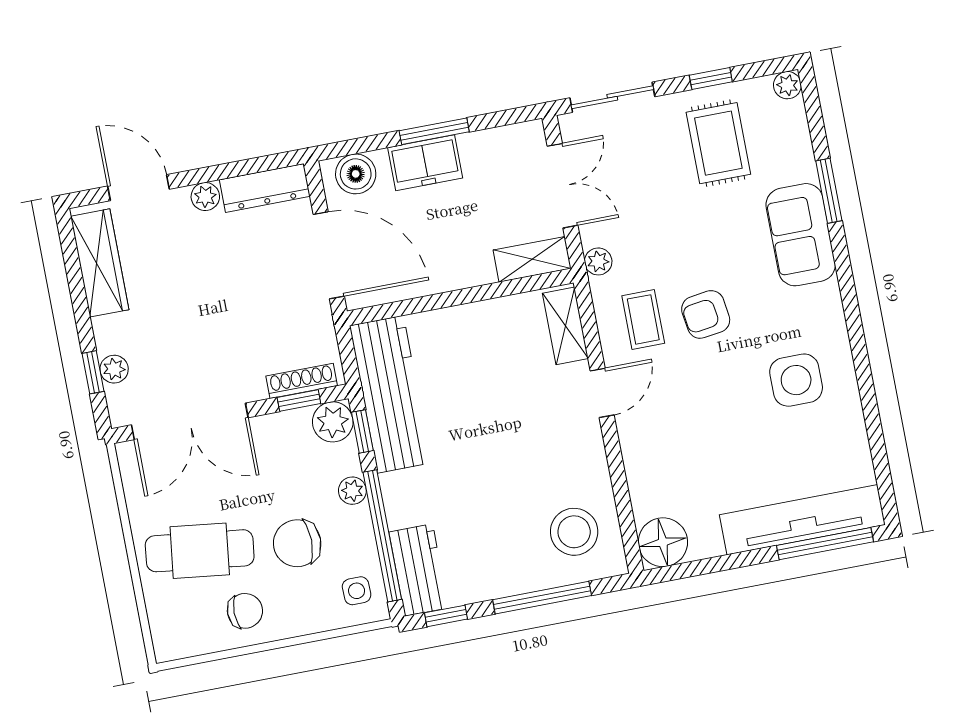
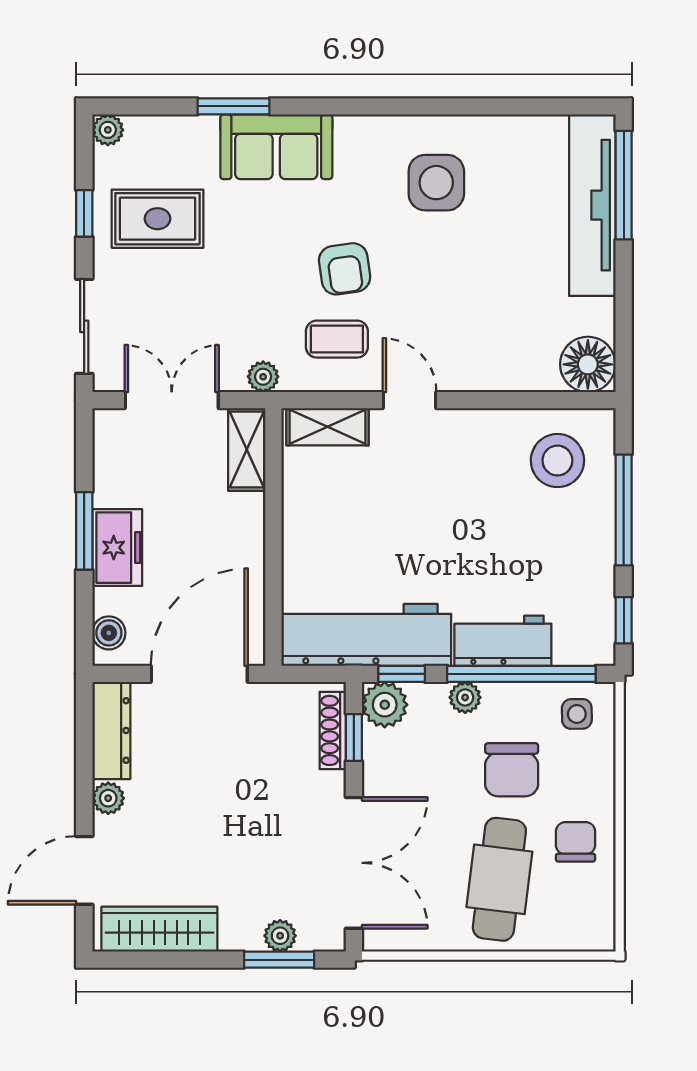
boiler: (356, 174) -> (109, 633), width x0.73, depth x0.73
window: (93, 372) -> (279, 960), width x1.50
workbench: (419, 570) -> (503, 641), moved

